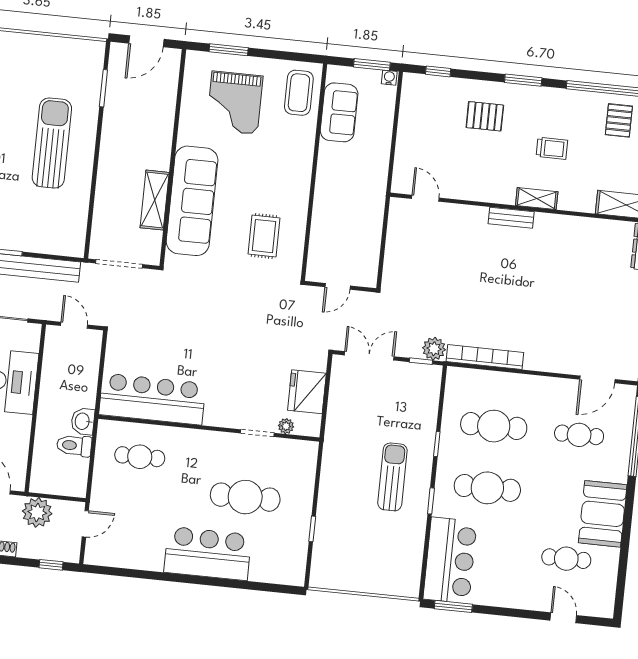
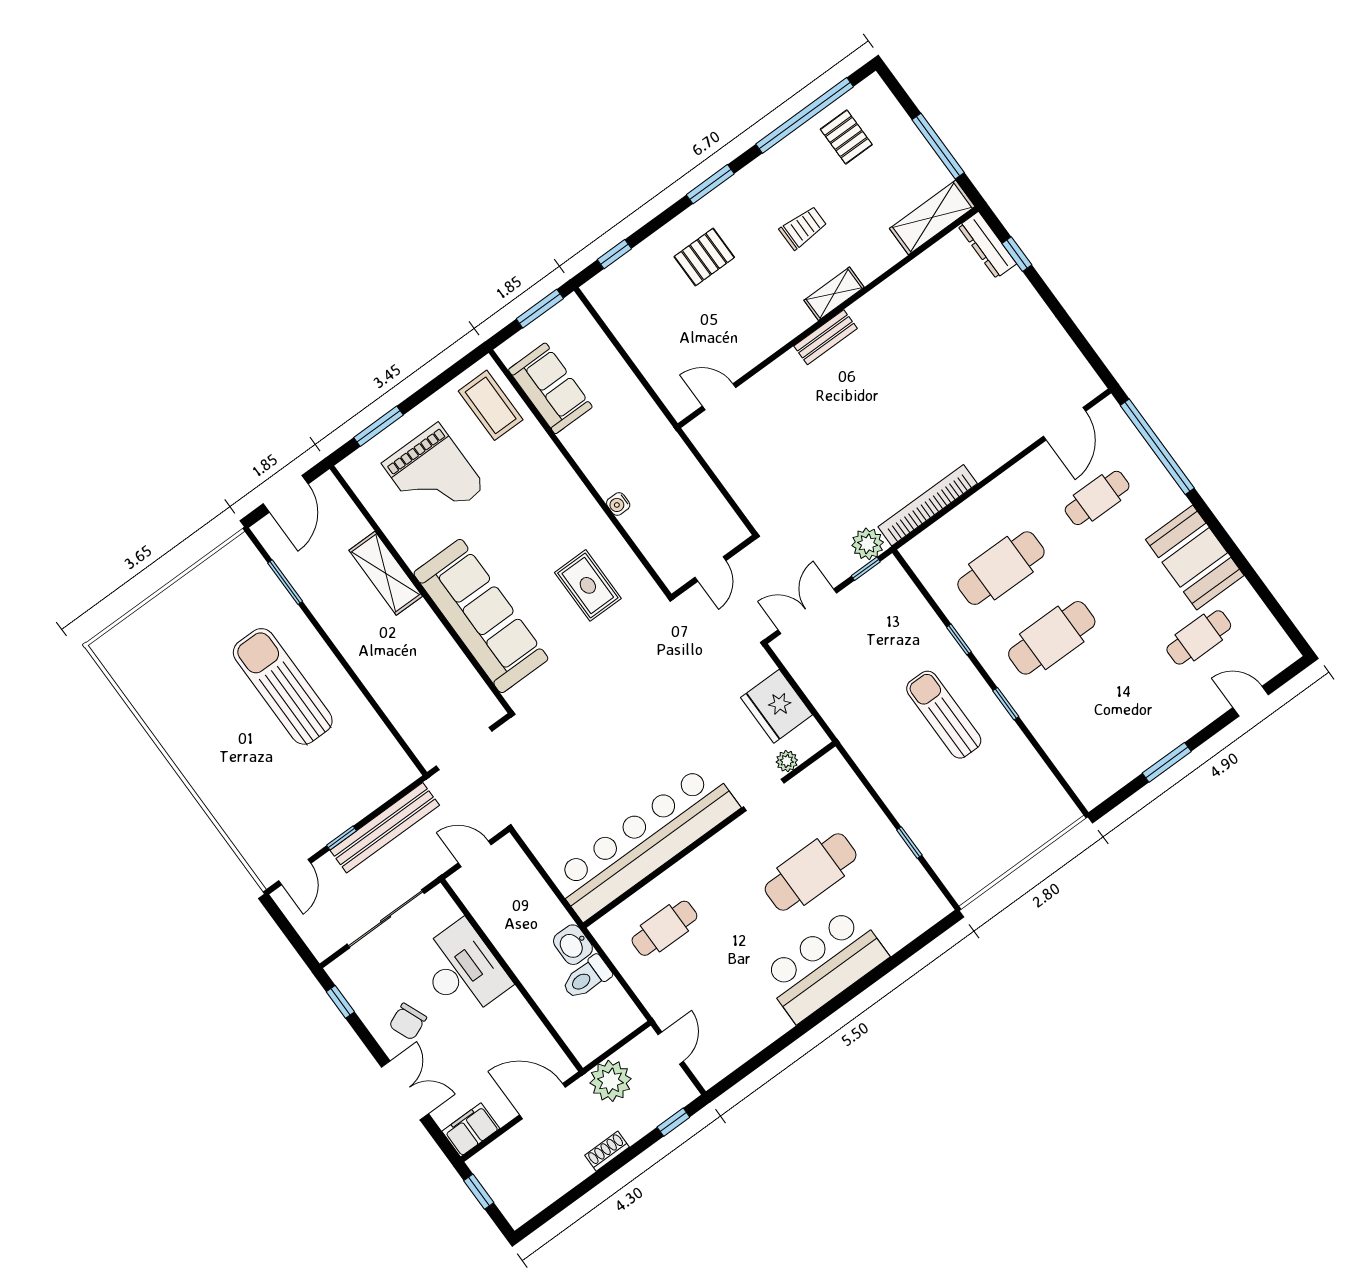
water cooler: (389, 78) -> (618, 504), moved, turned -90
shelving: (155, 200) -> (386, 573), moved
bar counter: (152, 399) -> (645, 842), width x1.36
bar counter: (450, 560) -> (1080, 747), removed
window: (453, 606) -> (1167, 762), moved

